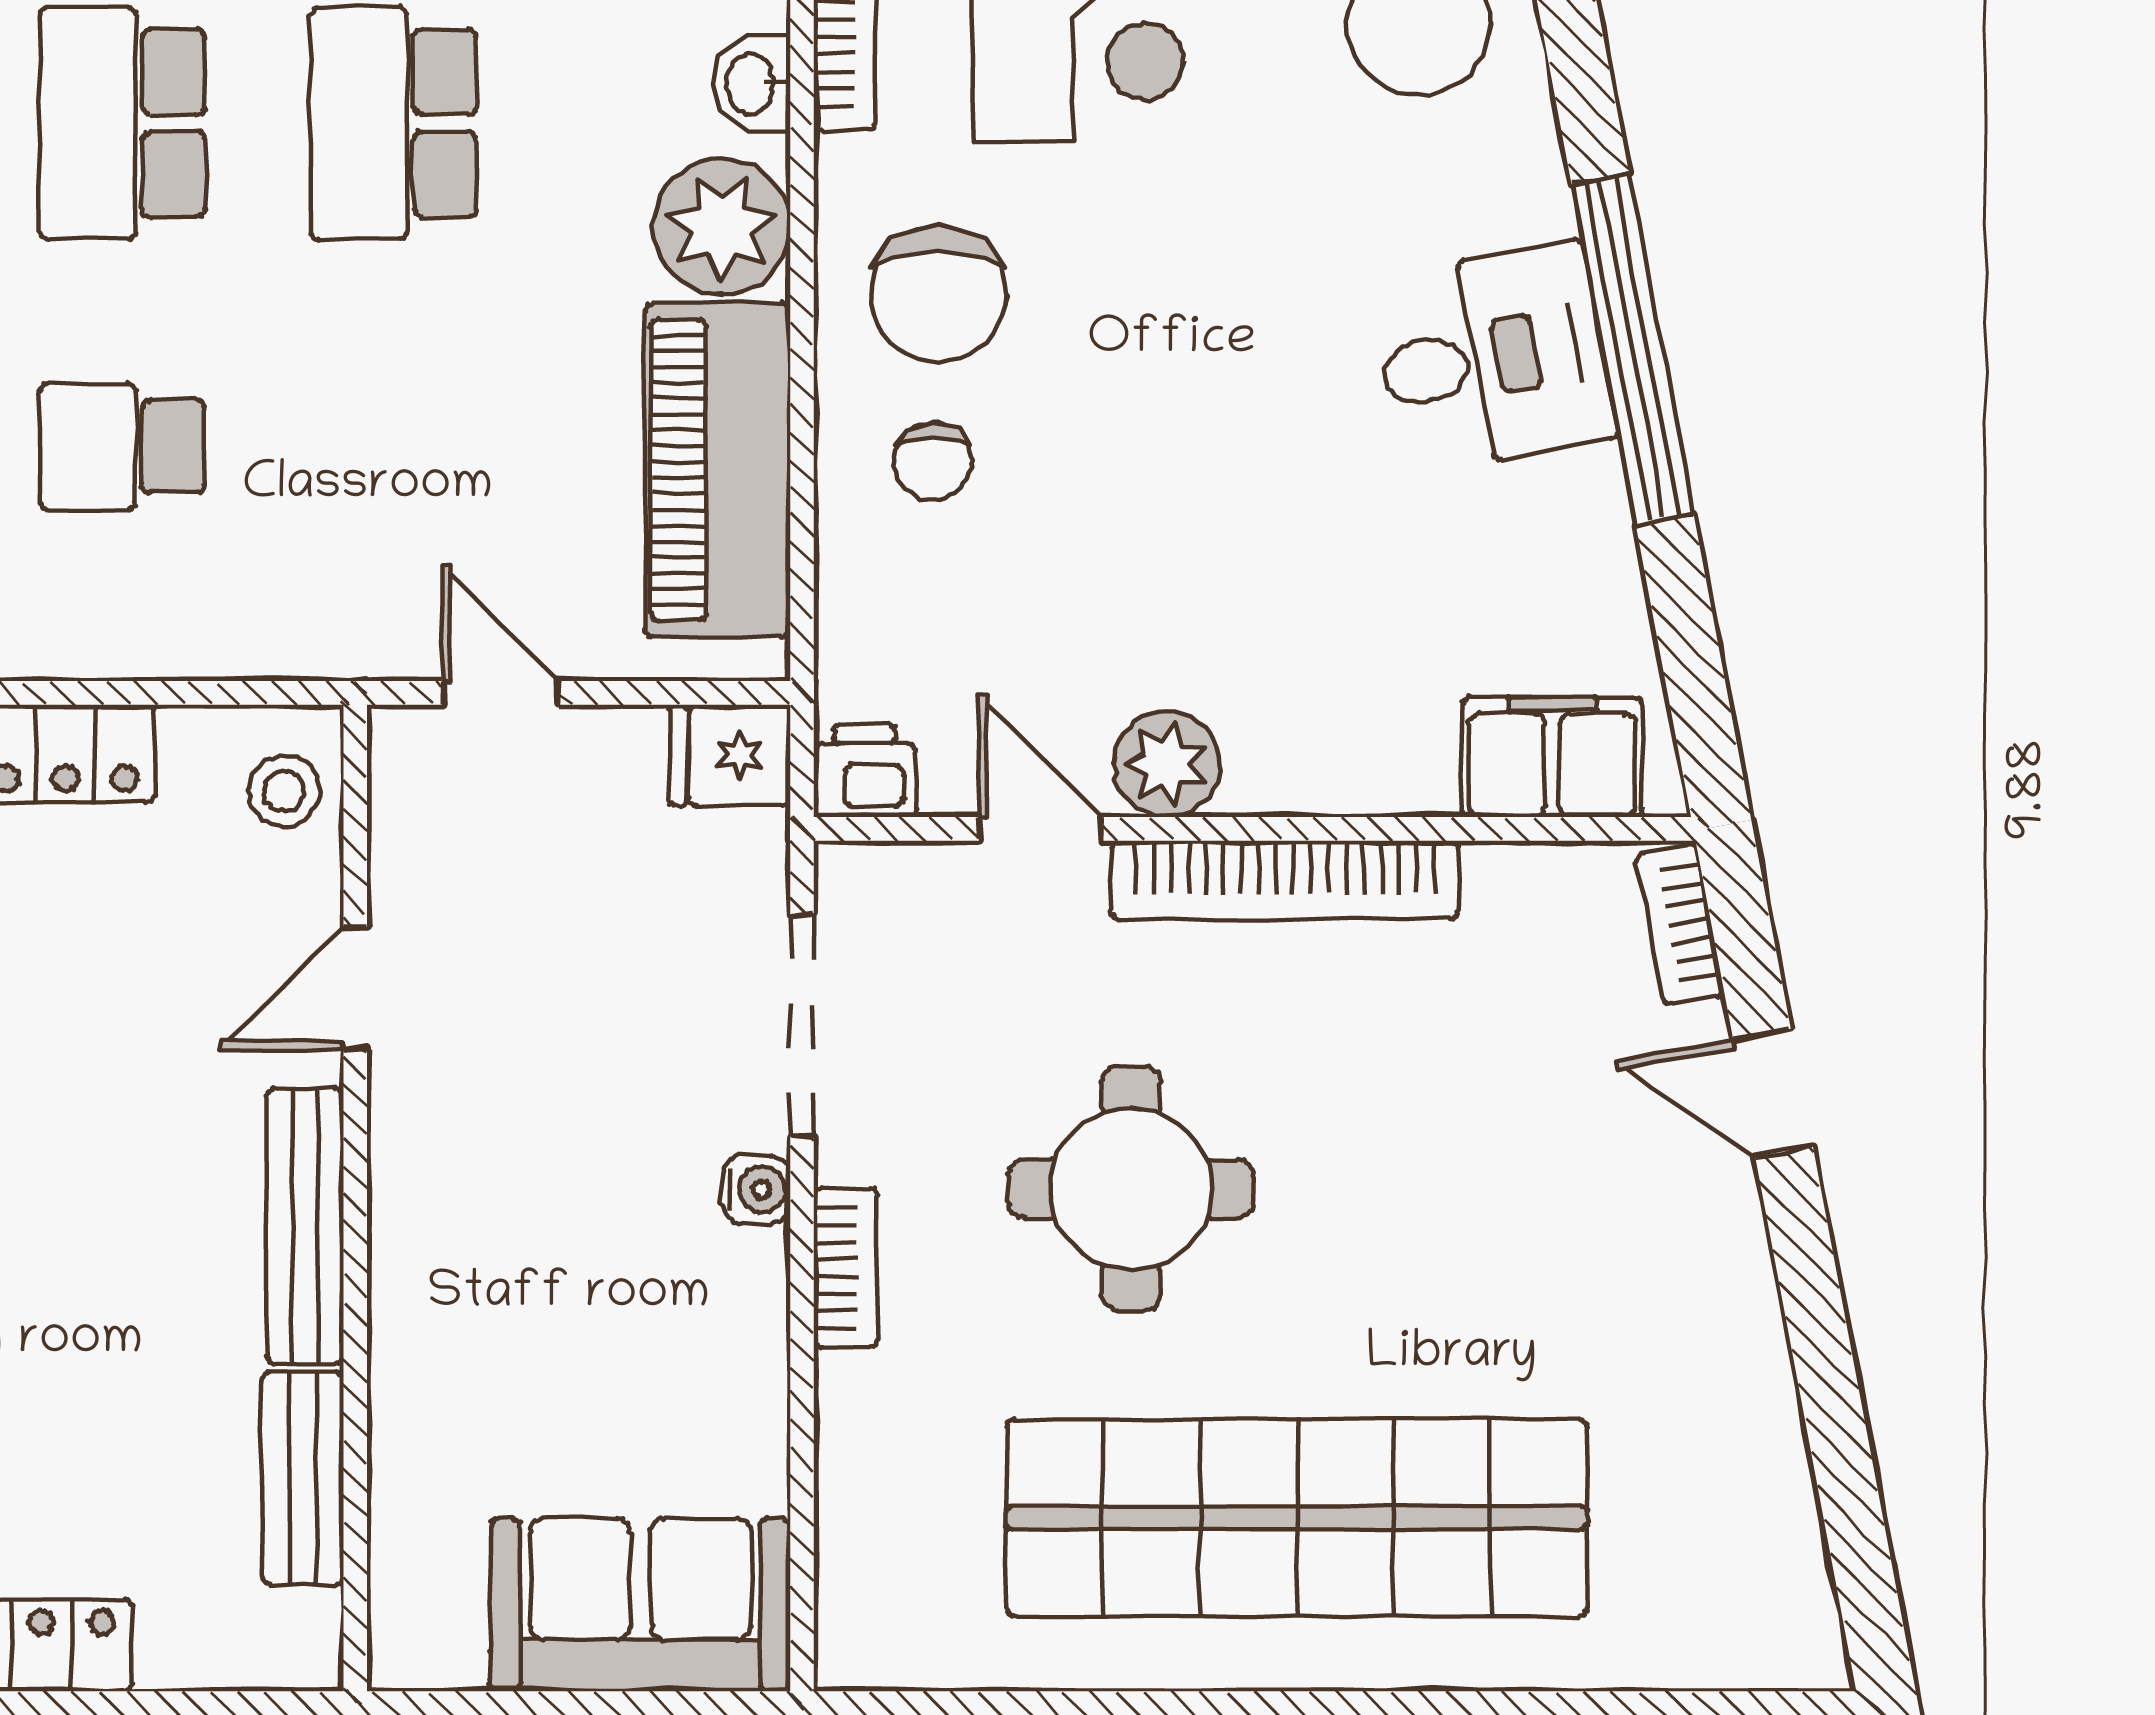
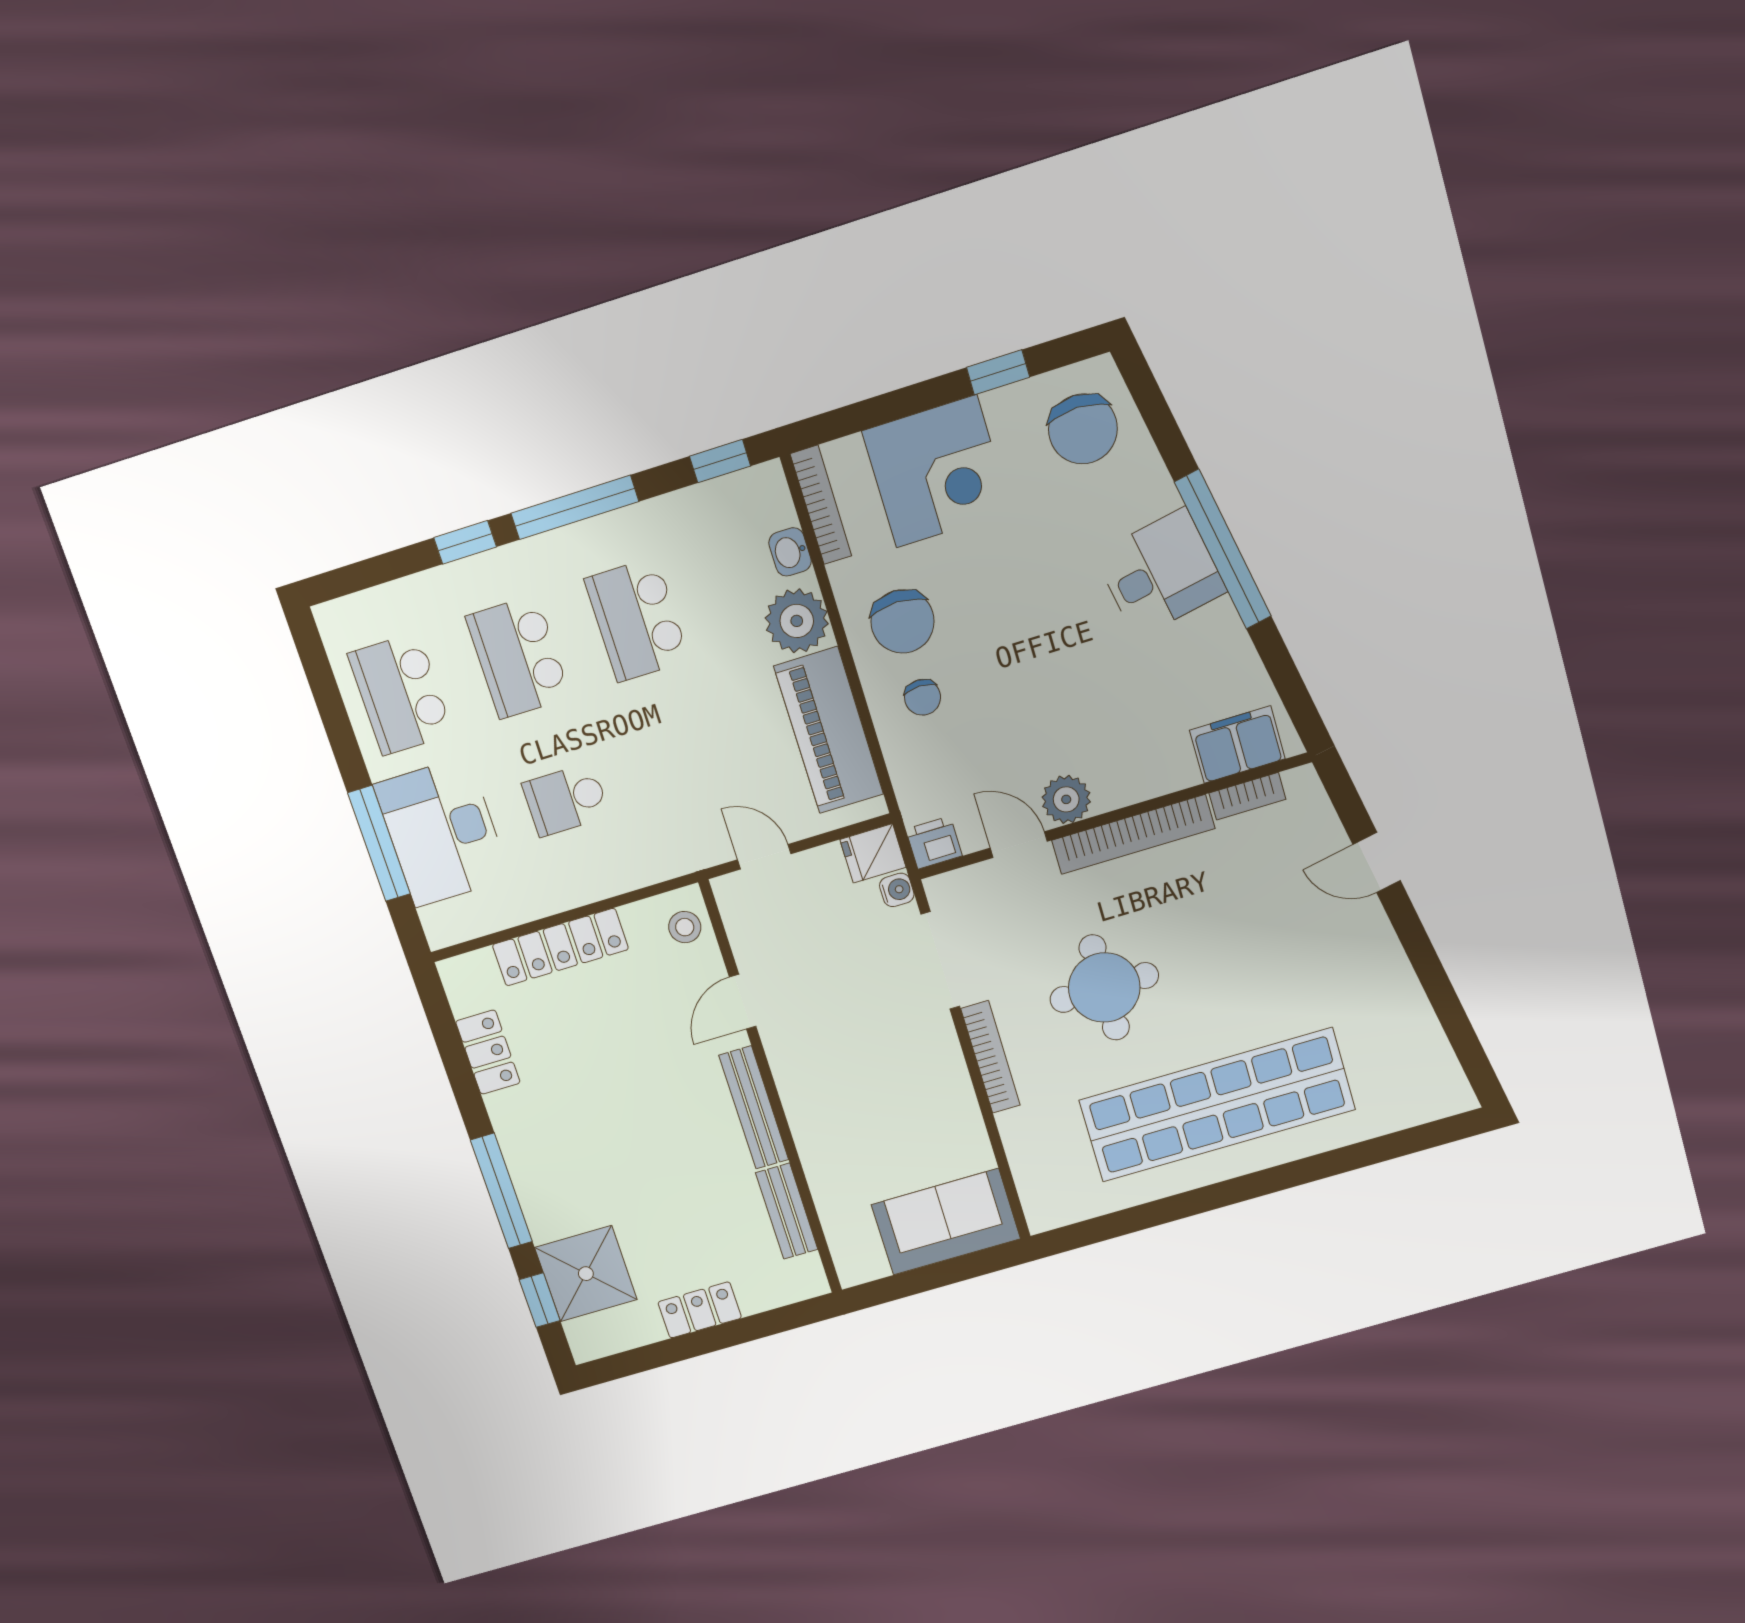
bookcase: (1680, 924) -> (1247, 796), moved, turned -79
water cooler: (756, 1190) -> (897, 890), moved
bookcase: (846, 1268) -> (990, 1057), width x1.56

